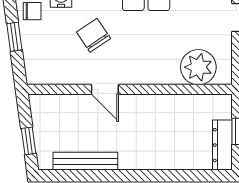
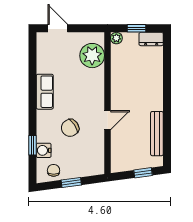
plant: (224, 102) -> (116, 38), added
dresser: (222, 145) -> (151, 39), width x0.70

